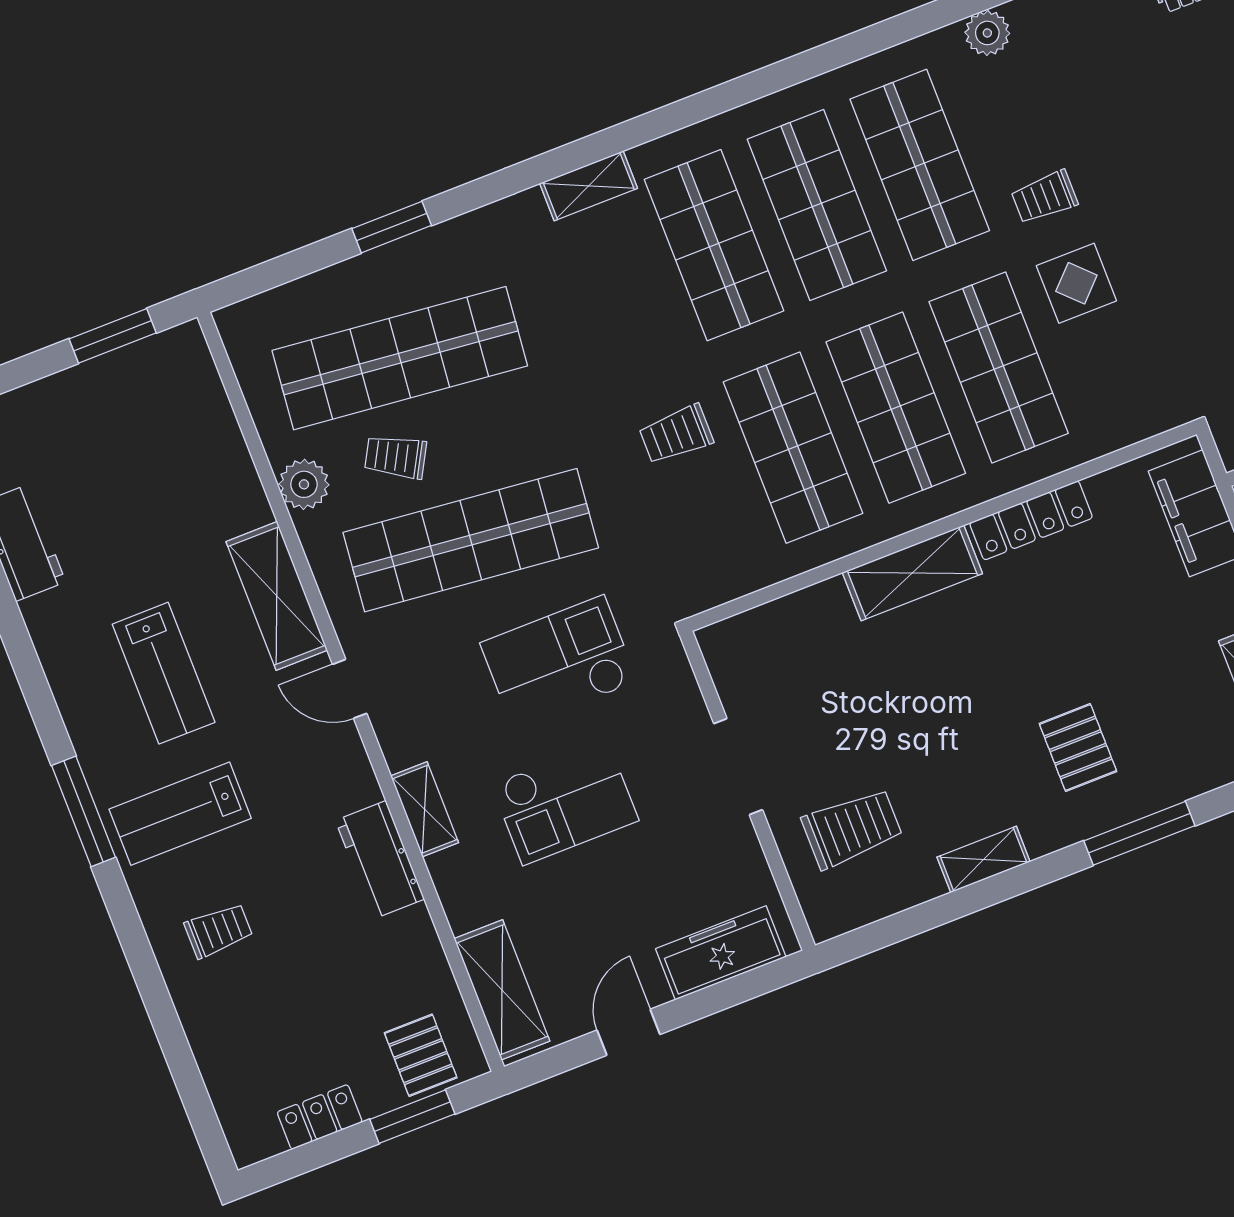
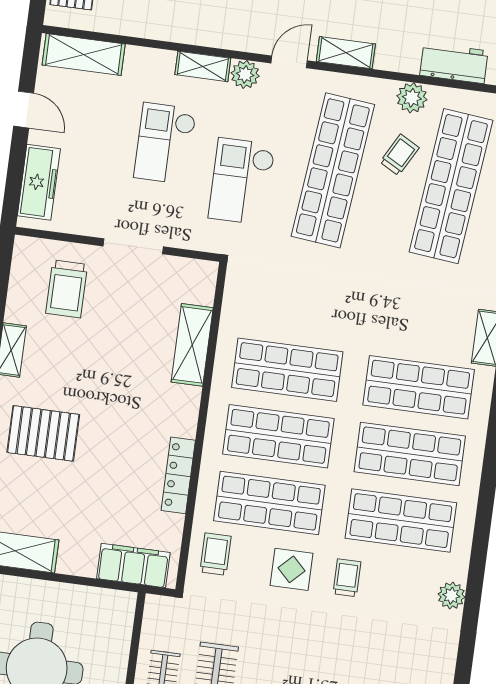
trolley: (676, 434) -> (215, 554), moved
shelving: (912, 573) -> (192, 345), moved
shelving: (277, 596) -> (346, 53), width x0.67, depth x0.75
checkout: (559, 662) -> (242, 181), turned 180
plant: (403, 742) -> (245, 74), added
pallet: (1078, 748) -> (43, 433), width x1.50, depth x1.42
workbench: (380, 860) -> (454, 63), moved

